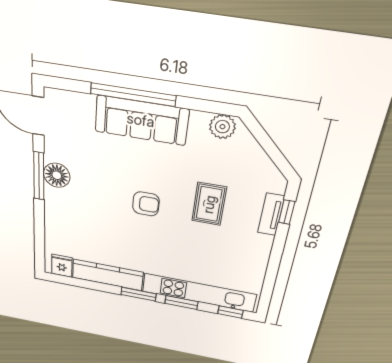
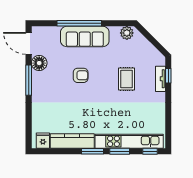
floor lamp: (57, 175) -> (39, 63), moved
armchair: (146, 204) -> (81, 75), moved

